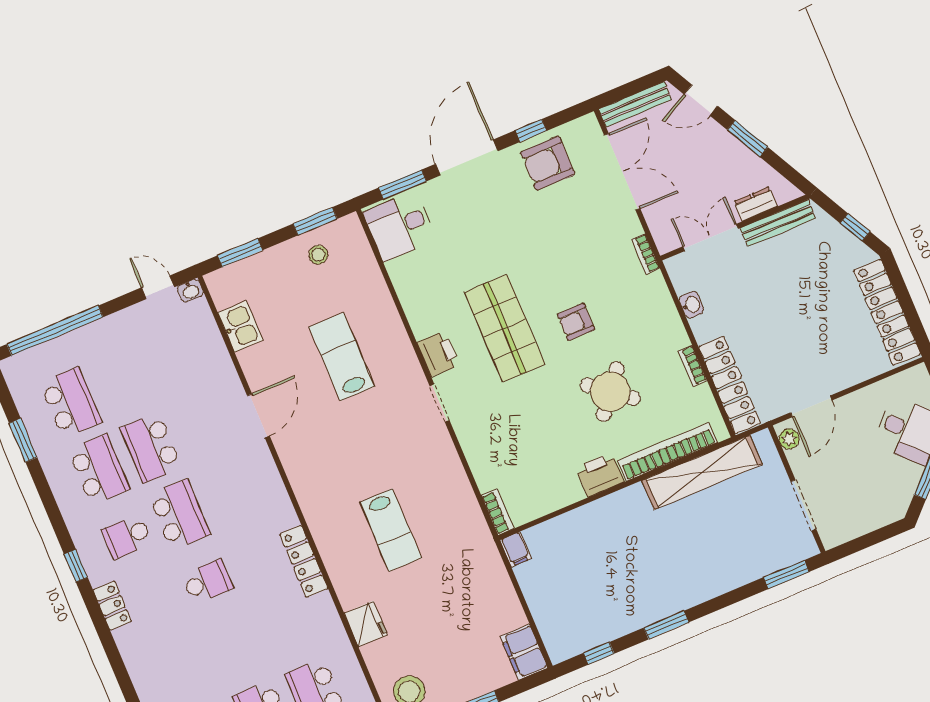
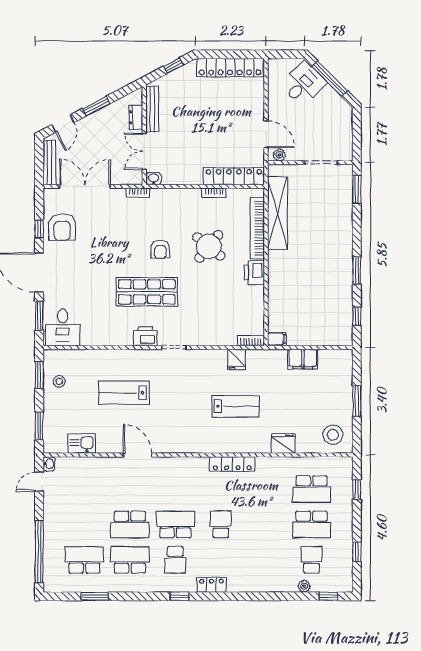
washbasin: (691, 305) -> (154, 179), moved
fridge: (461, 503) -> (237, 359), added
filing cabinet: (524, 652) -> (303, 359), moved

